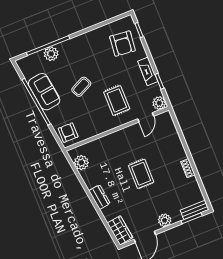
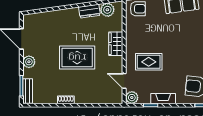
coffee table: (81, 87) -> (173, 36), removed
rug: (141, 174) -> (77, 58), width x1.36, depth x1.43
dresser: (100, 197) -> (89, 11), moved
wardrobe: (120, 230) -> (116, 44), moved, turned 98

